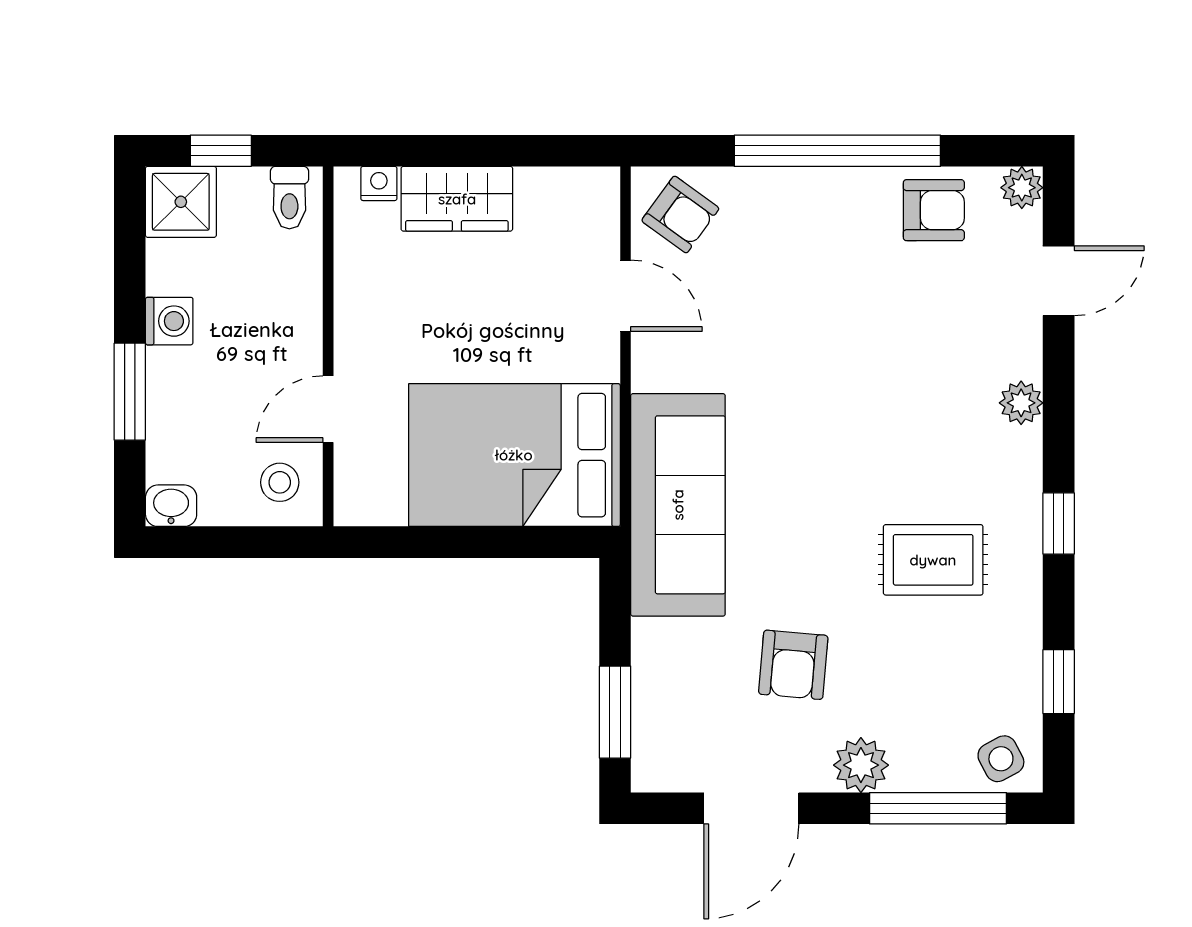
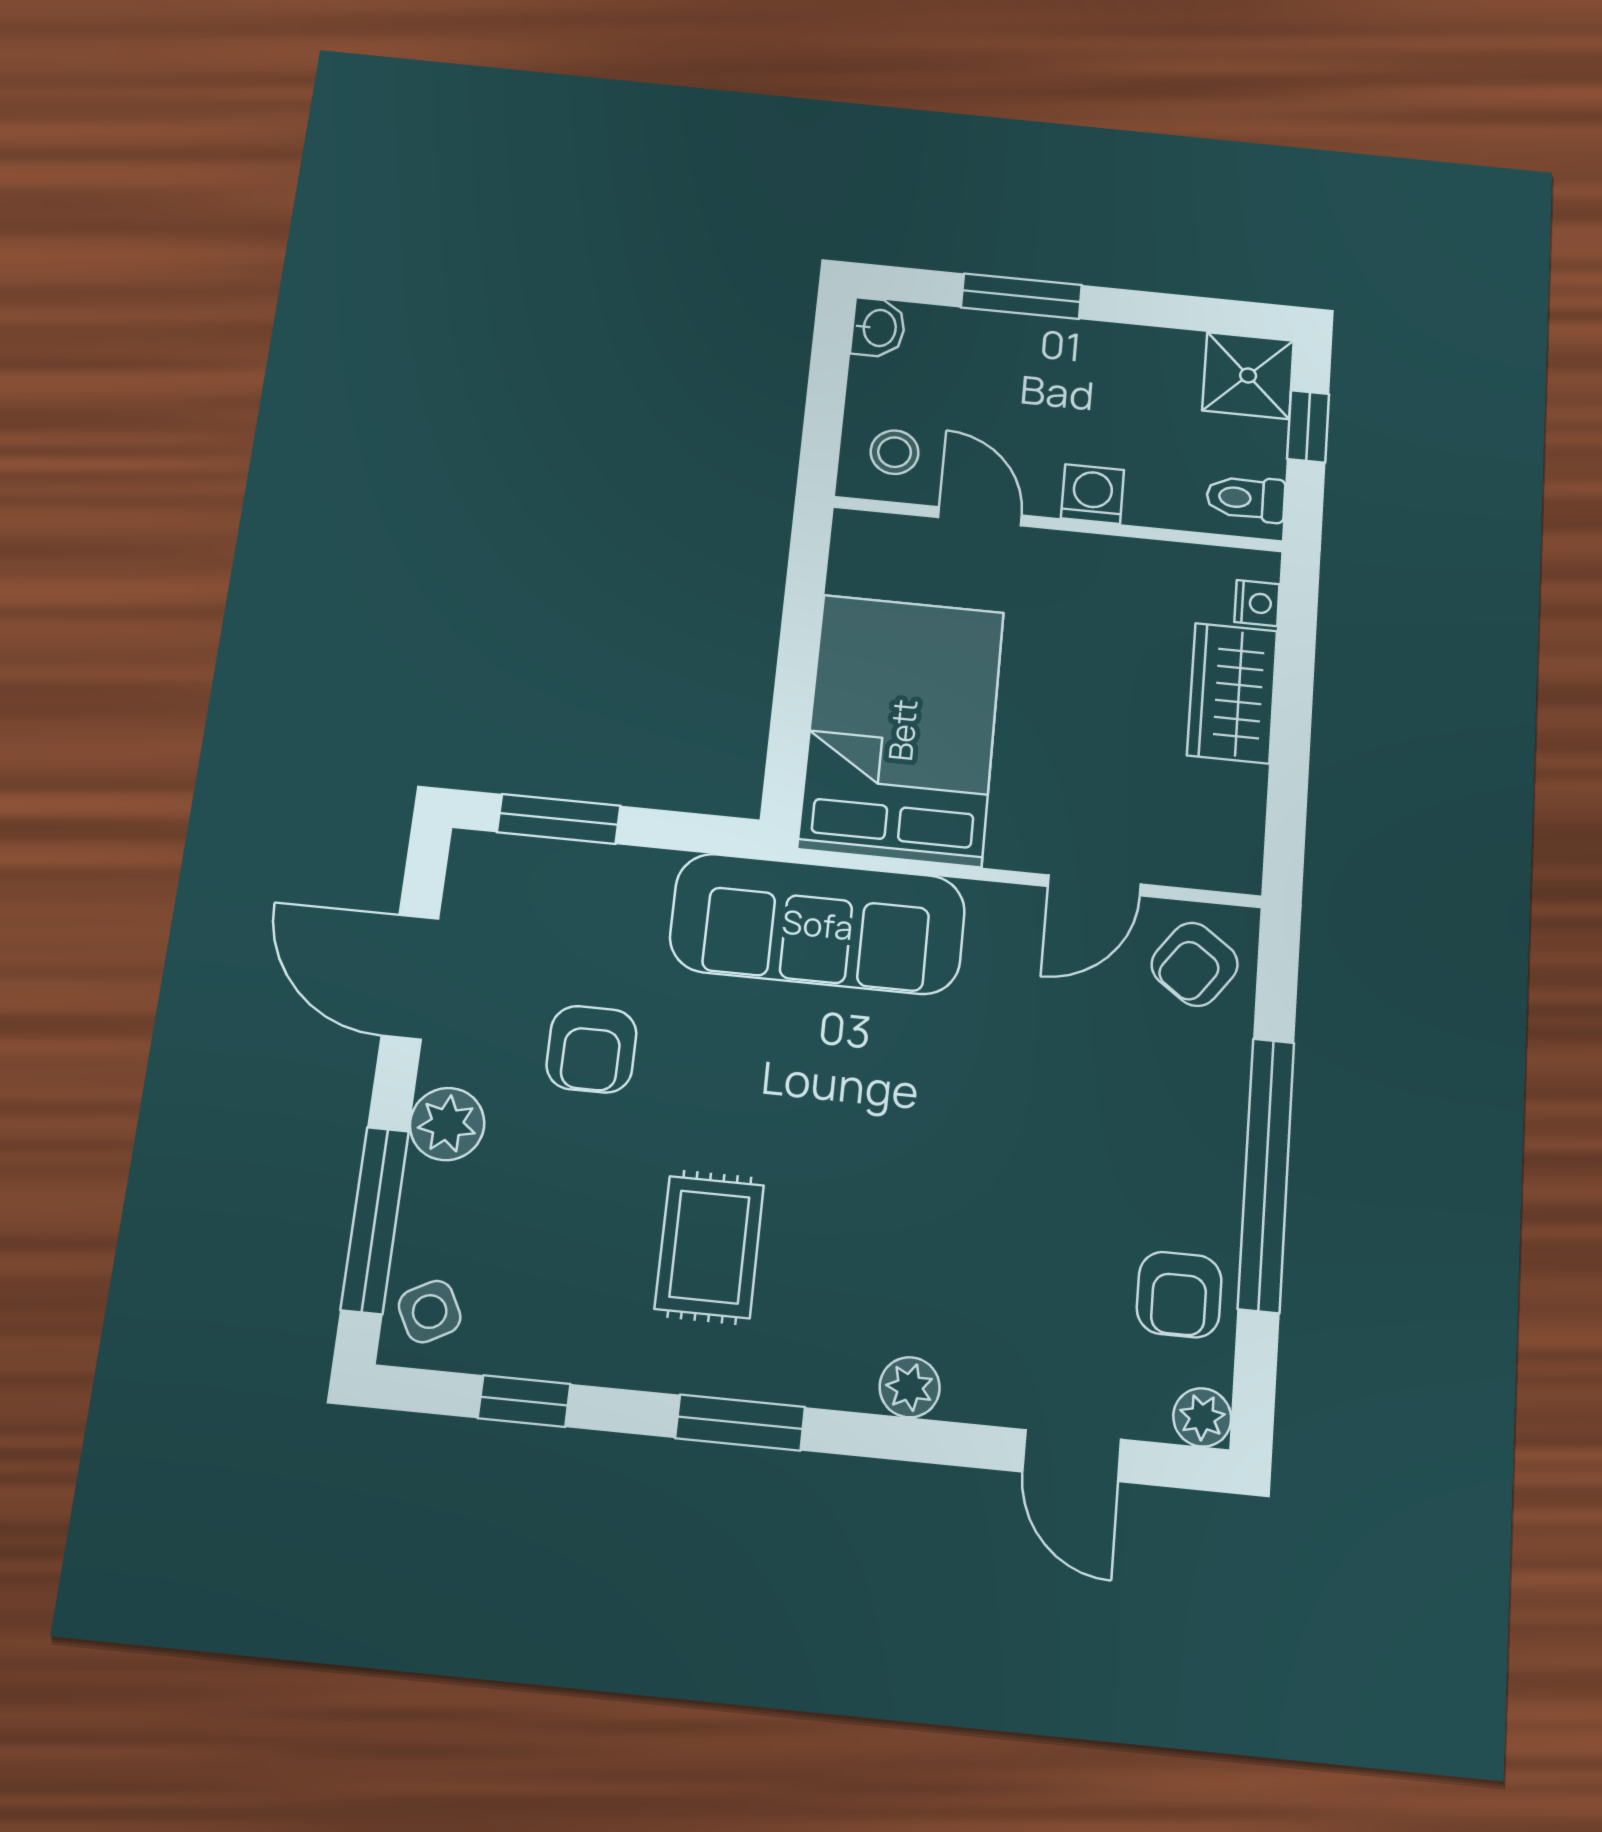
washing machine: (169, 321) -> (1093, 494), moved, turned 180
window: (1059, 523) -> (740, 1423), width x1.50
armchair: (793, 665) -> (591, 1049), turned -95

